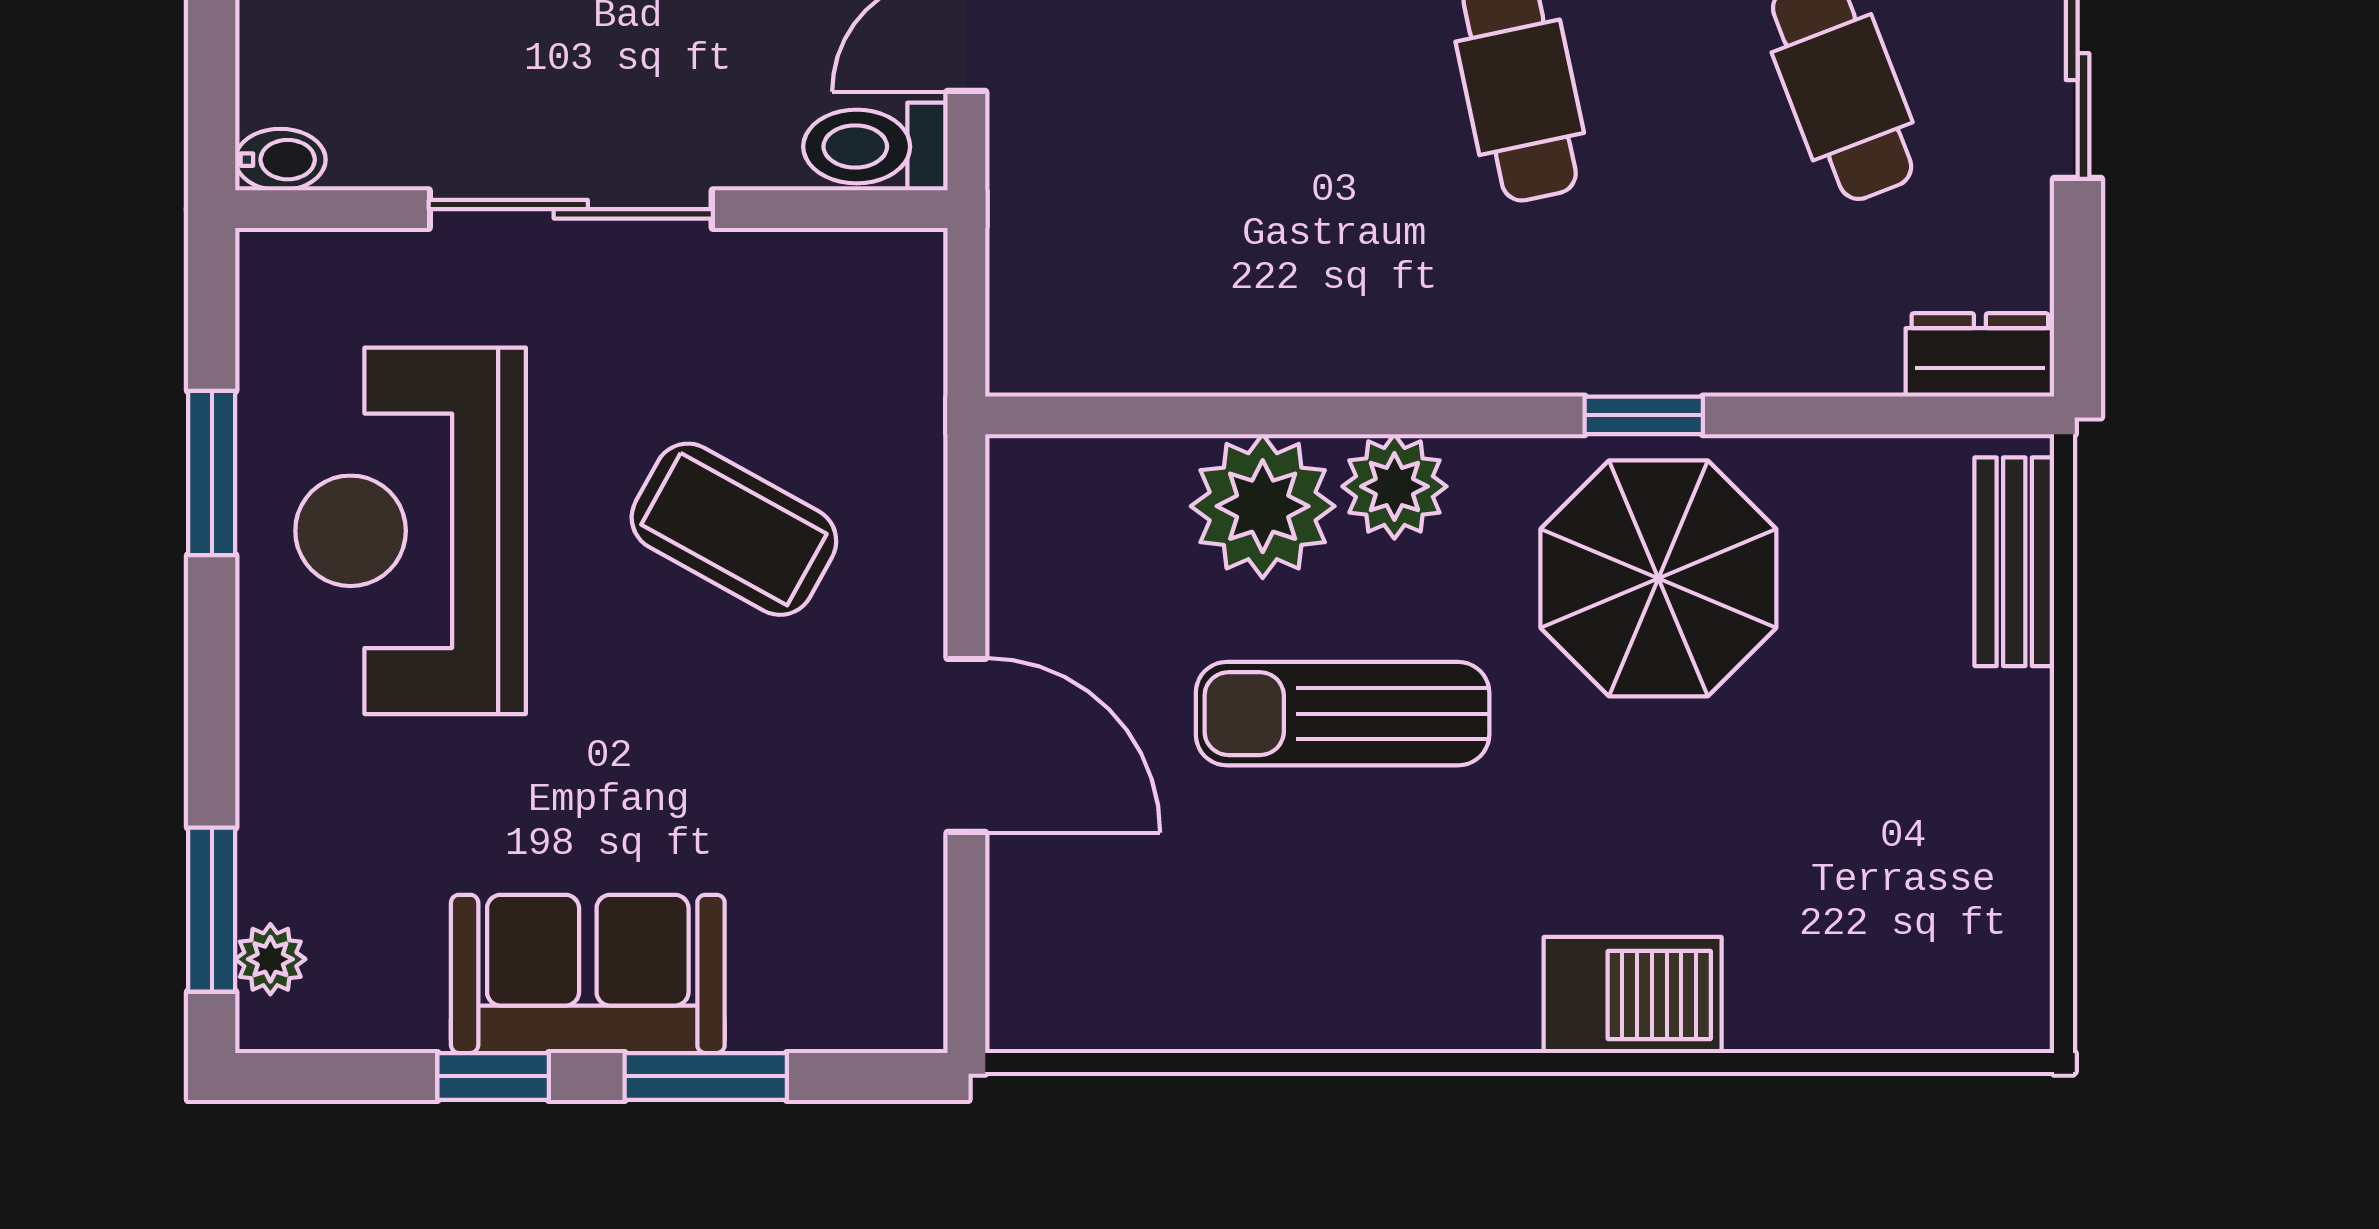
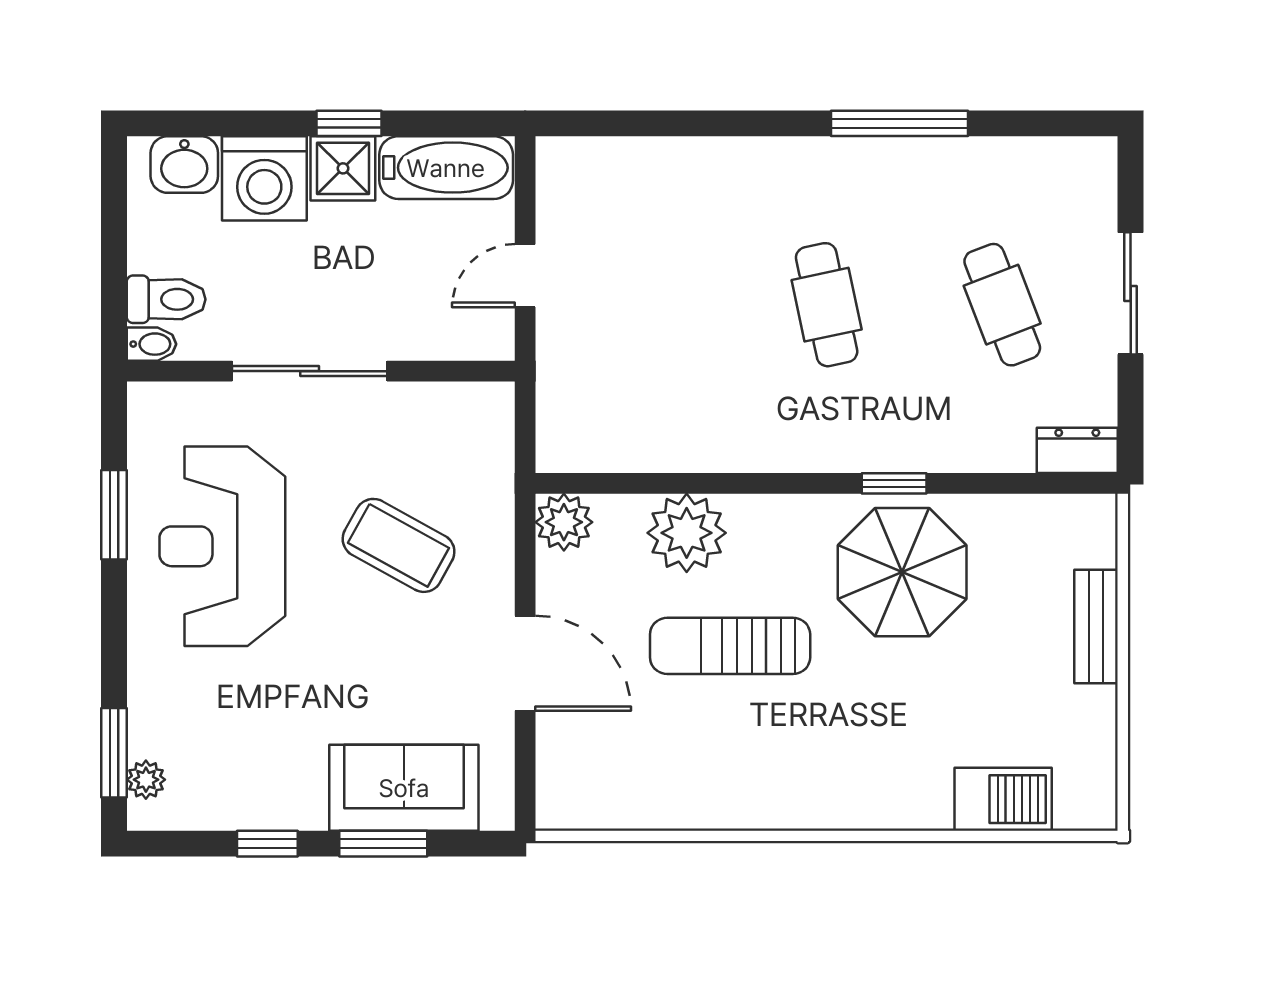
toilet: (875, 147) -> (166, 299), moved, turned 180
plant: (1394, 486) -> (564, 522), moved
bench: (2014, 562) -> (1096, 626), moved
sofa: (588, 974) -> (404, 788), moved
barbecue: (1633, 995) -> (1003, 799), moved

